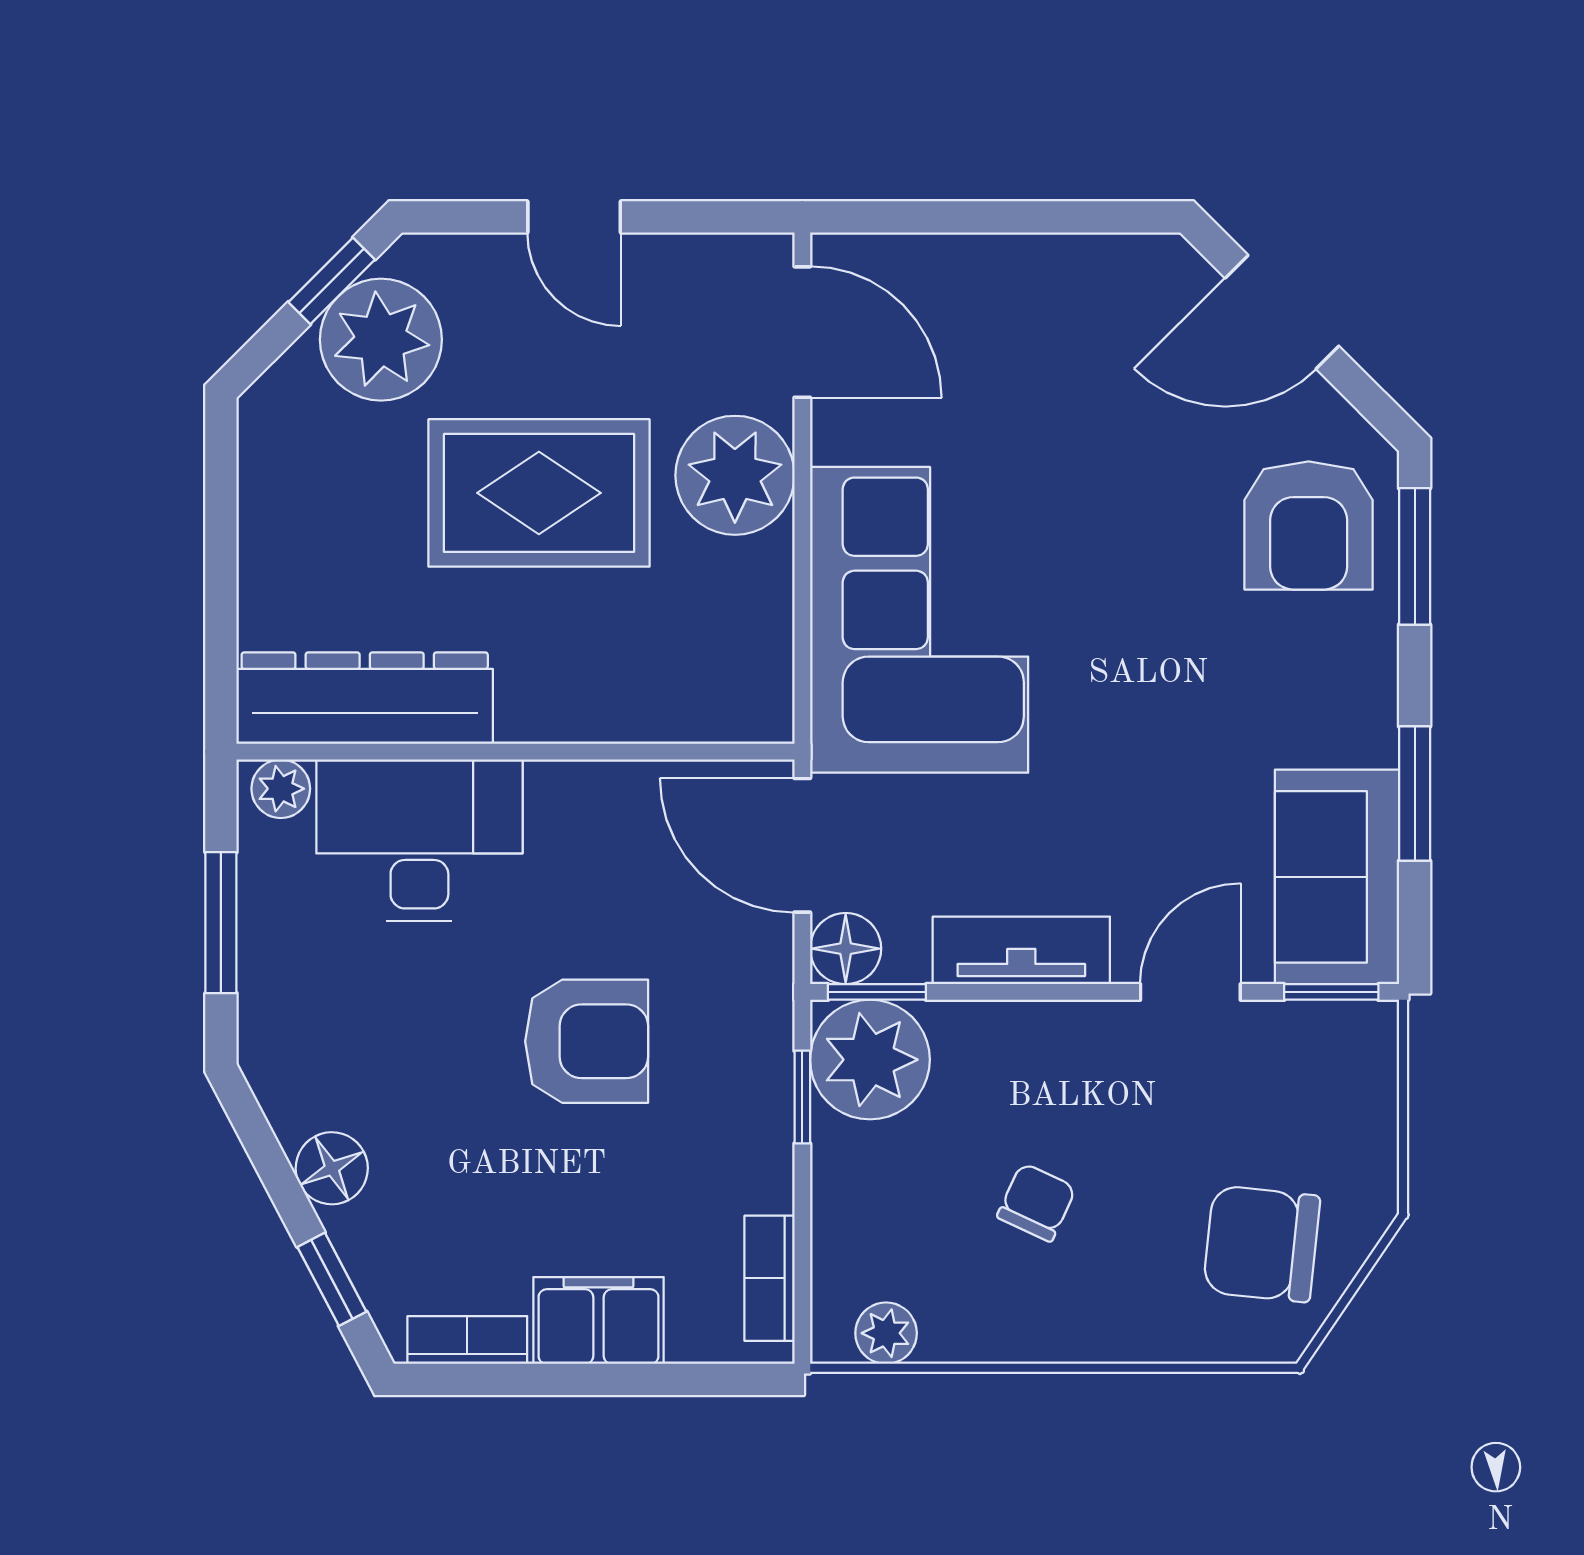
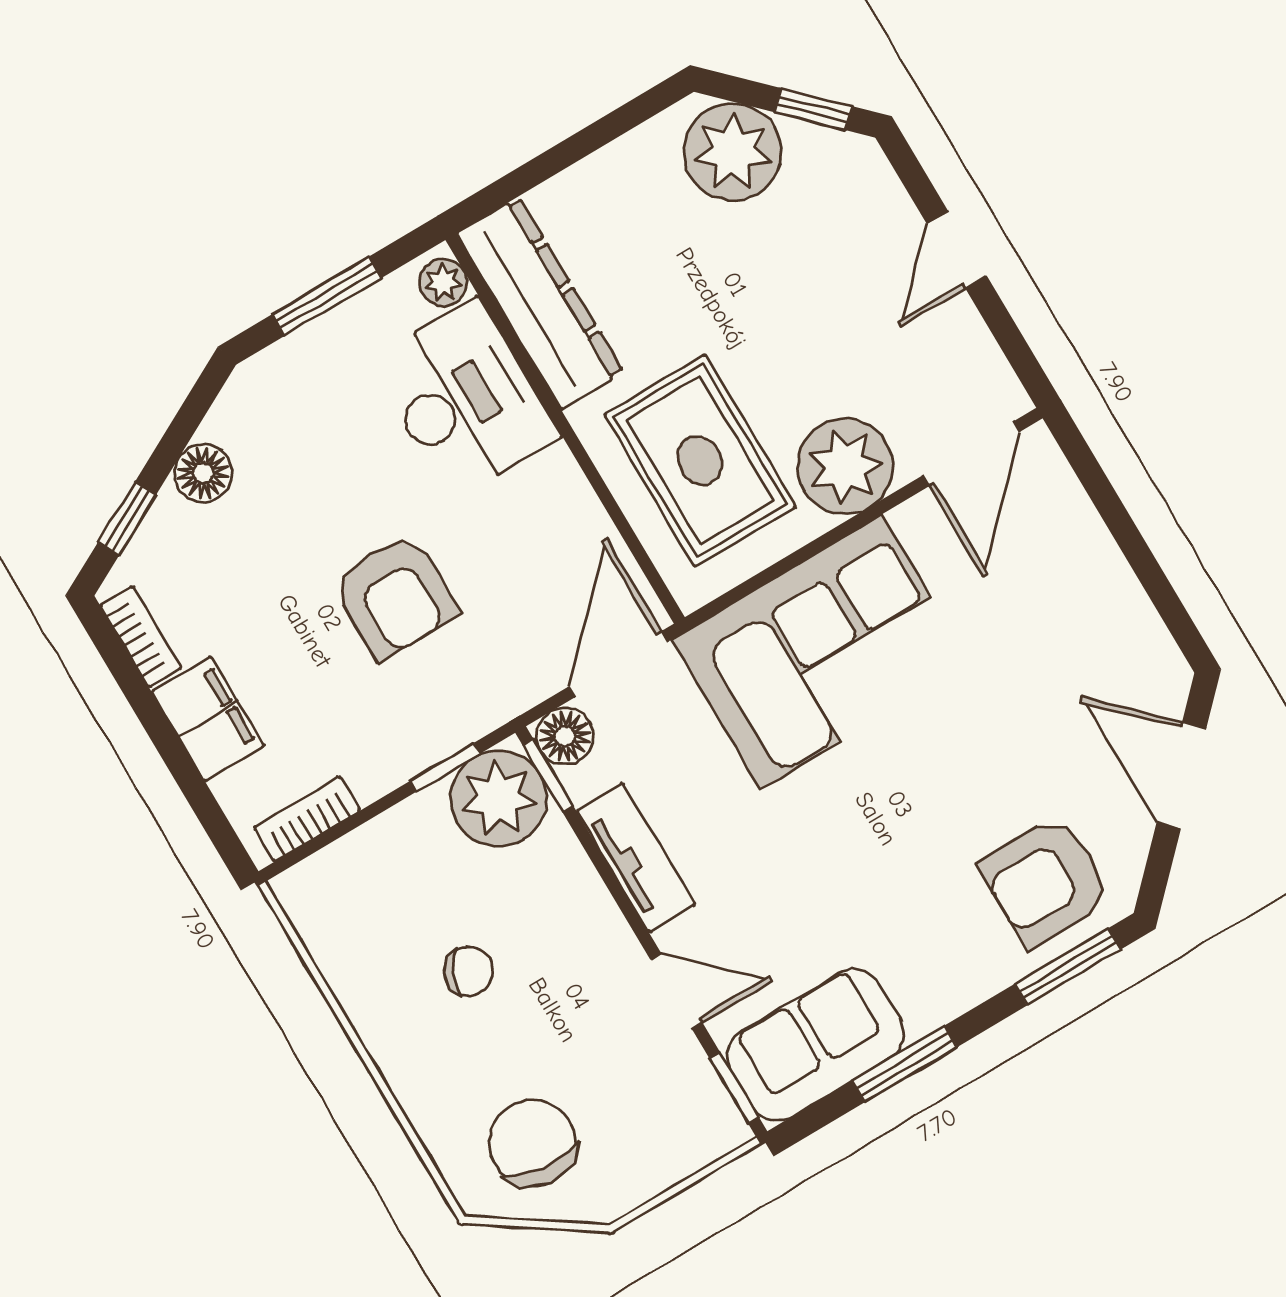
plant: (381, 340) -> (733, 152), moved
rug: (539, 493) -> (700, 461), moved
plant: (886, 1333) -> (317, 922), removed

